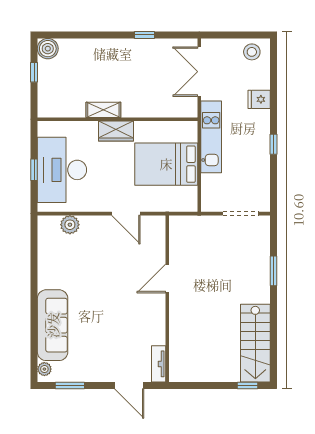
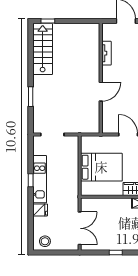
kitchen unit: (211, 137) -> (40, 179), moved, turned 180
tv unit: (159, 364) -> (106, 53), moved

